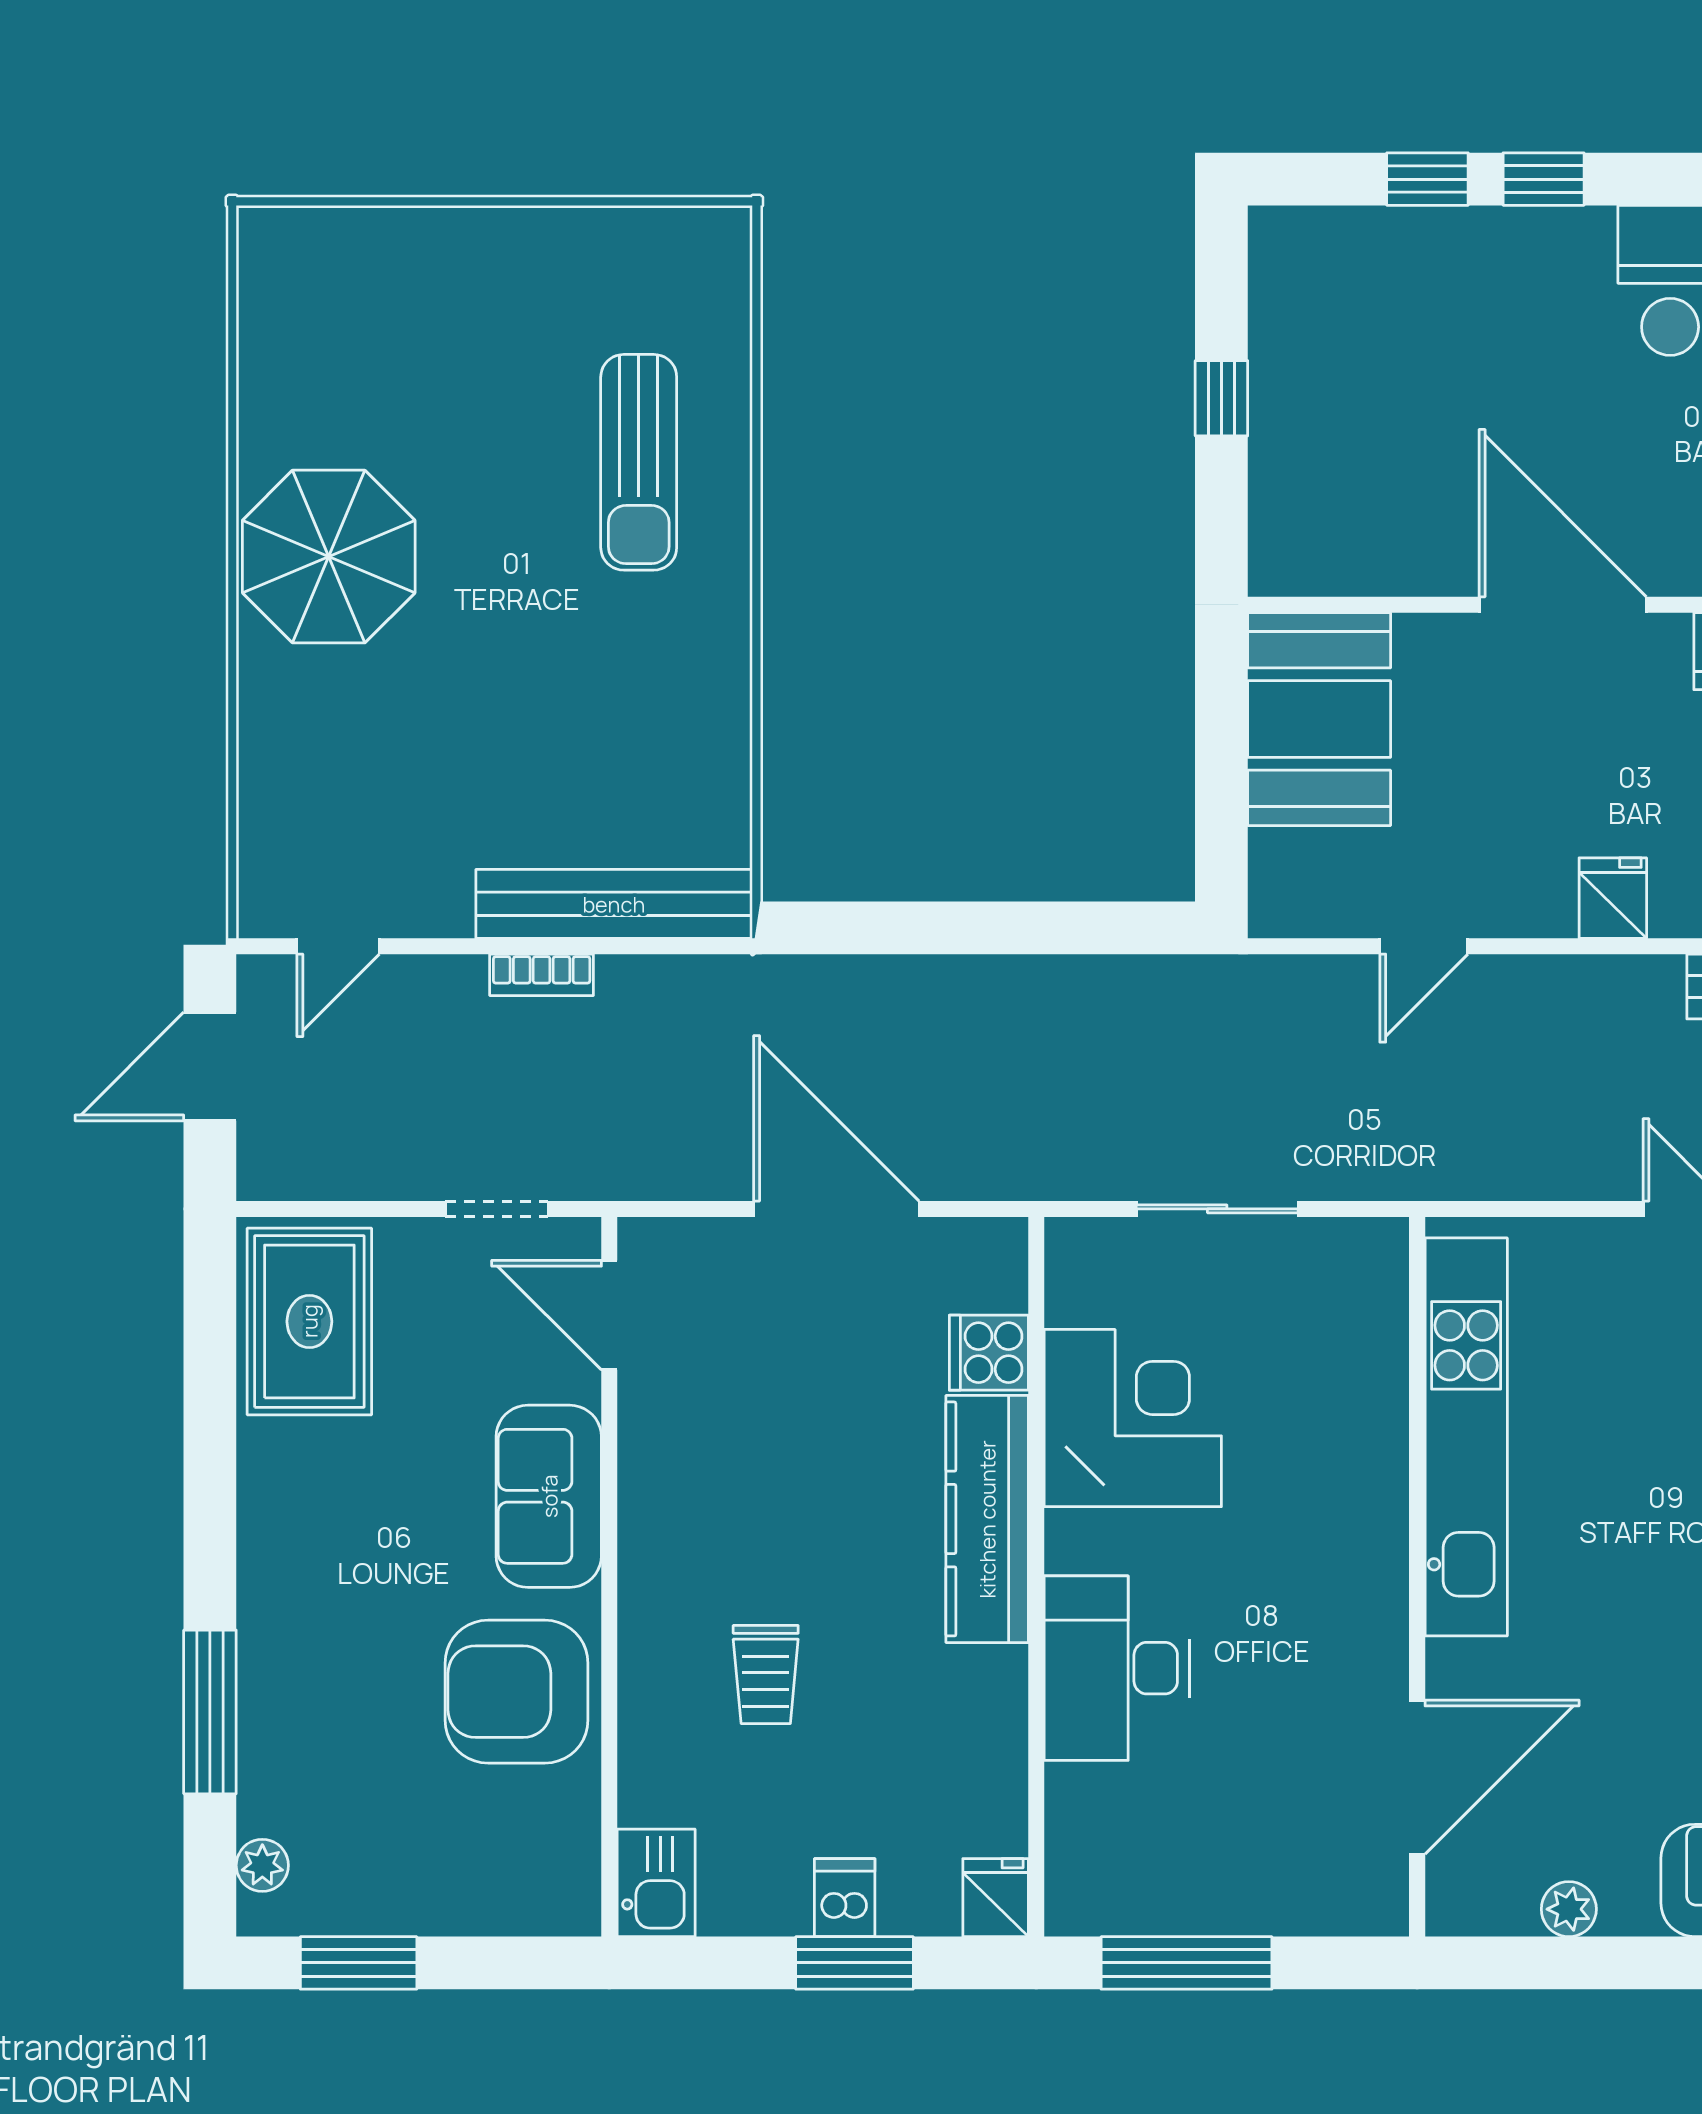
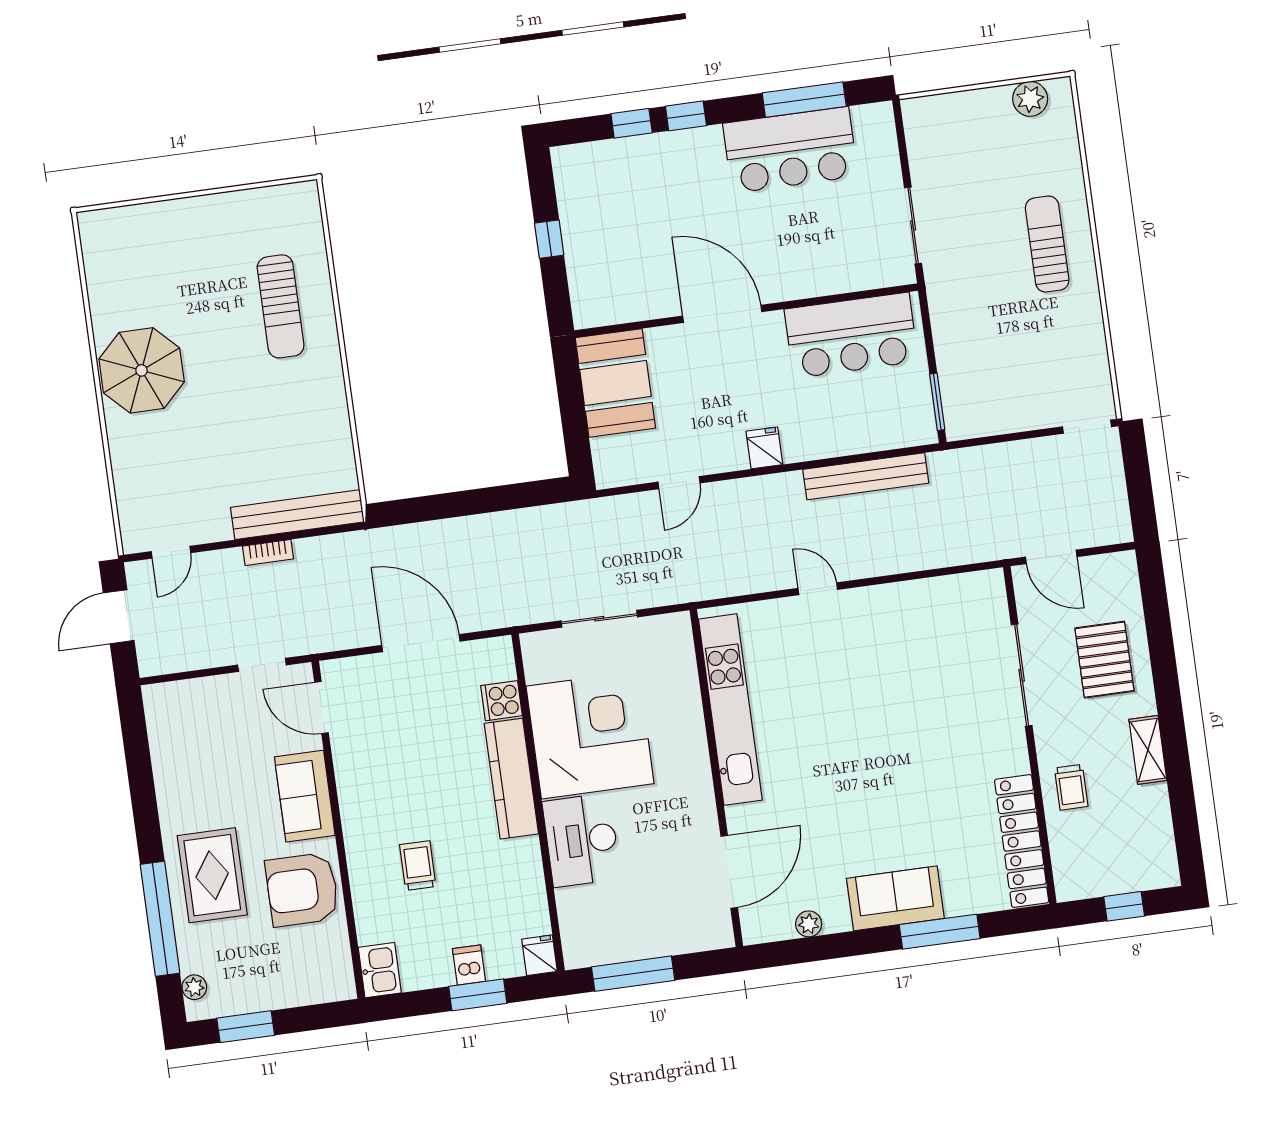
rug: (309, 1321) -> (212, 875), moved
corner desk: (1133, 1418) -> (590, 735), width x1.36, depth x1.36
trolley: (766, 1675) -> (418, 866), turned 180
window: (210, 1712) -> (160, 919), width x1.46

